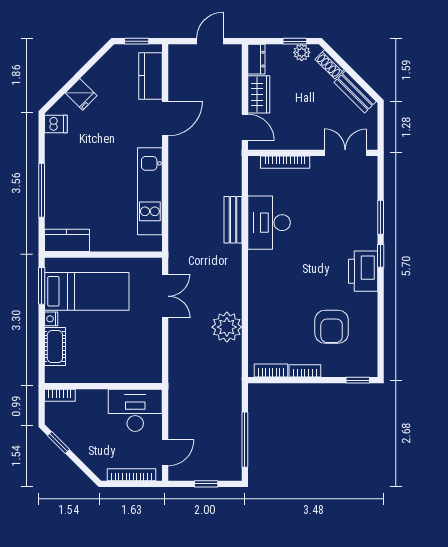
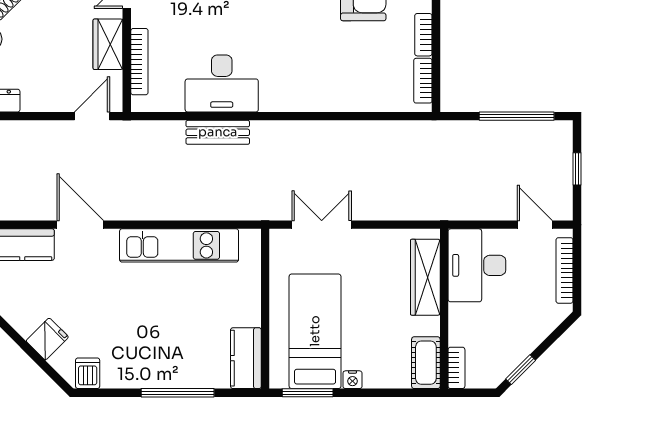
wardrobe: (259, 94) -> (108, 44), moved, turned -90
plant: (227, 327) -> (364, 141), removed
cot: (55, 347) -> (426, 363), moved, turned 90
wardrobe: (127, 372) -> (425, 277), added

